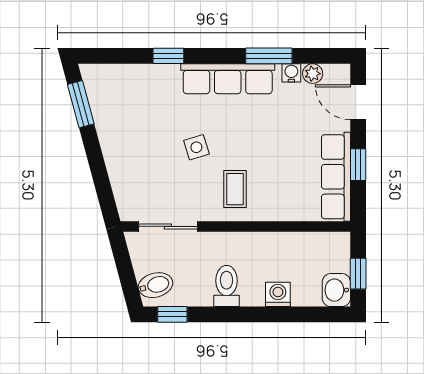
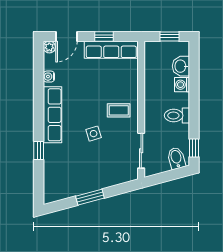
window: (269, 56) -> (39, 90), removed
plant: (313, 74) -> (49, 47), moved
window: (81, 104) -> (90, 197), moved
washbasin: (336, 290) -> (181, 66), moved, turned 90

